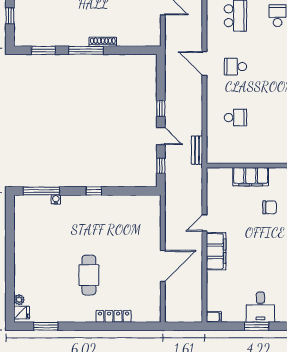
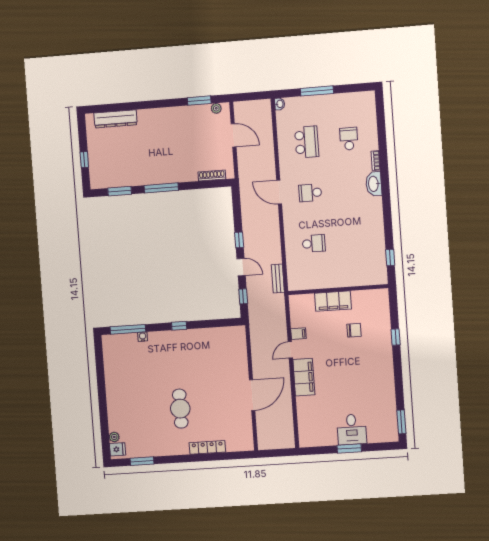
shoe rack: (103, 42) -> (212, 175), moved
filing cabinet: (214, 317) -> (298, 334), moved

